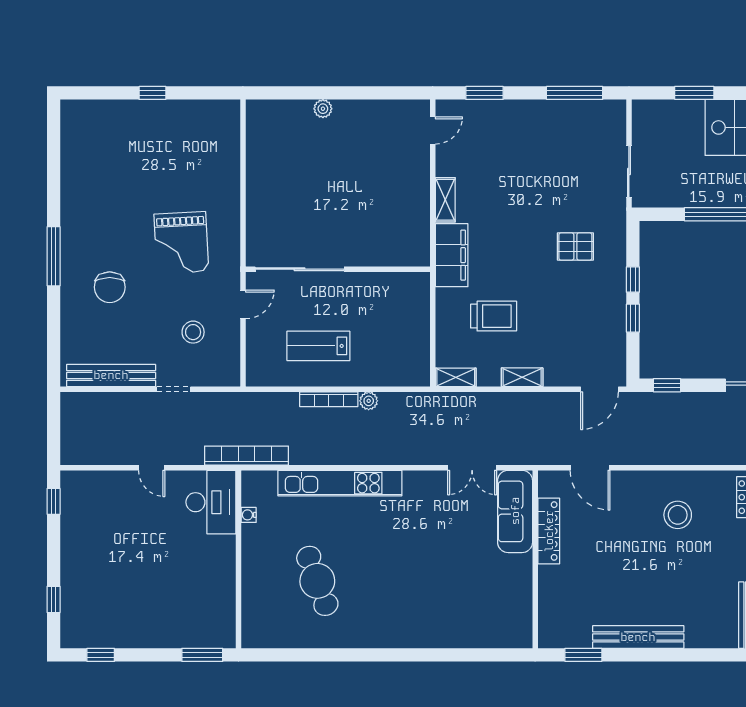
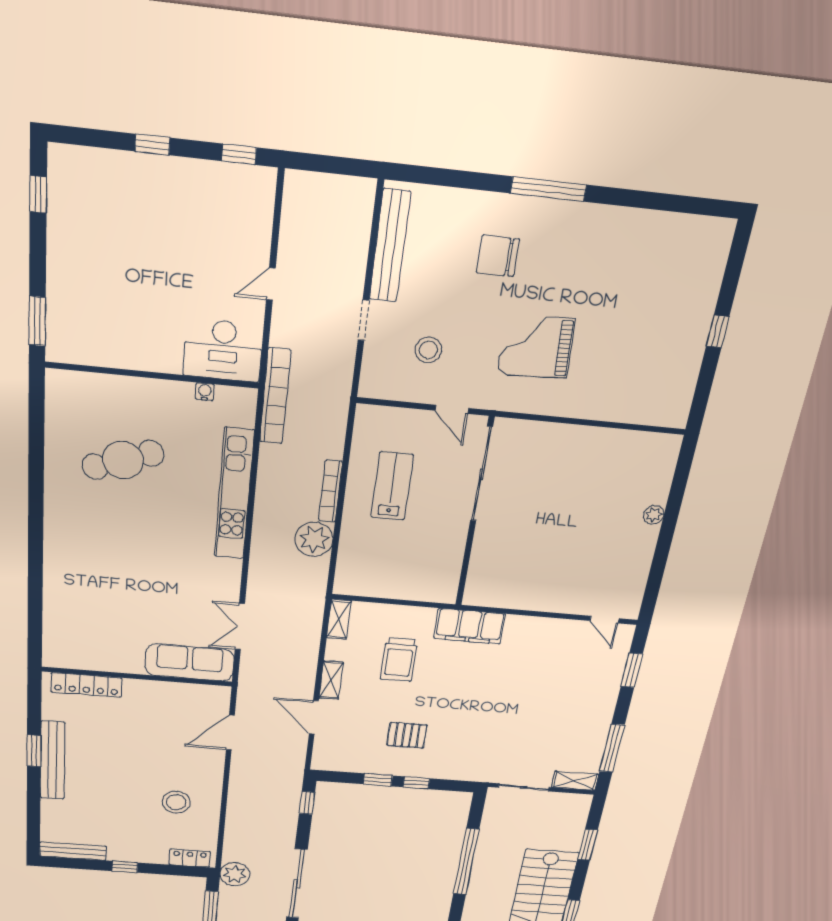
shelving: (445, 200) -> (575, 781), moved
pallet: (575, 247) -> (407, 735), moved, turned 90
door: (600, 389) -> (314, 717), moved
plant: (369, 401) -> (314, 539), width x1.87, depth x1.87
locker: (549, 531) -> (86, 685), moved
window: (54, 599) -> (152, 145), moved
window: (583, 655) -> (34, 751), moved

